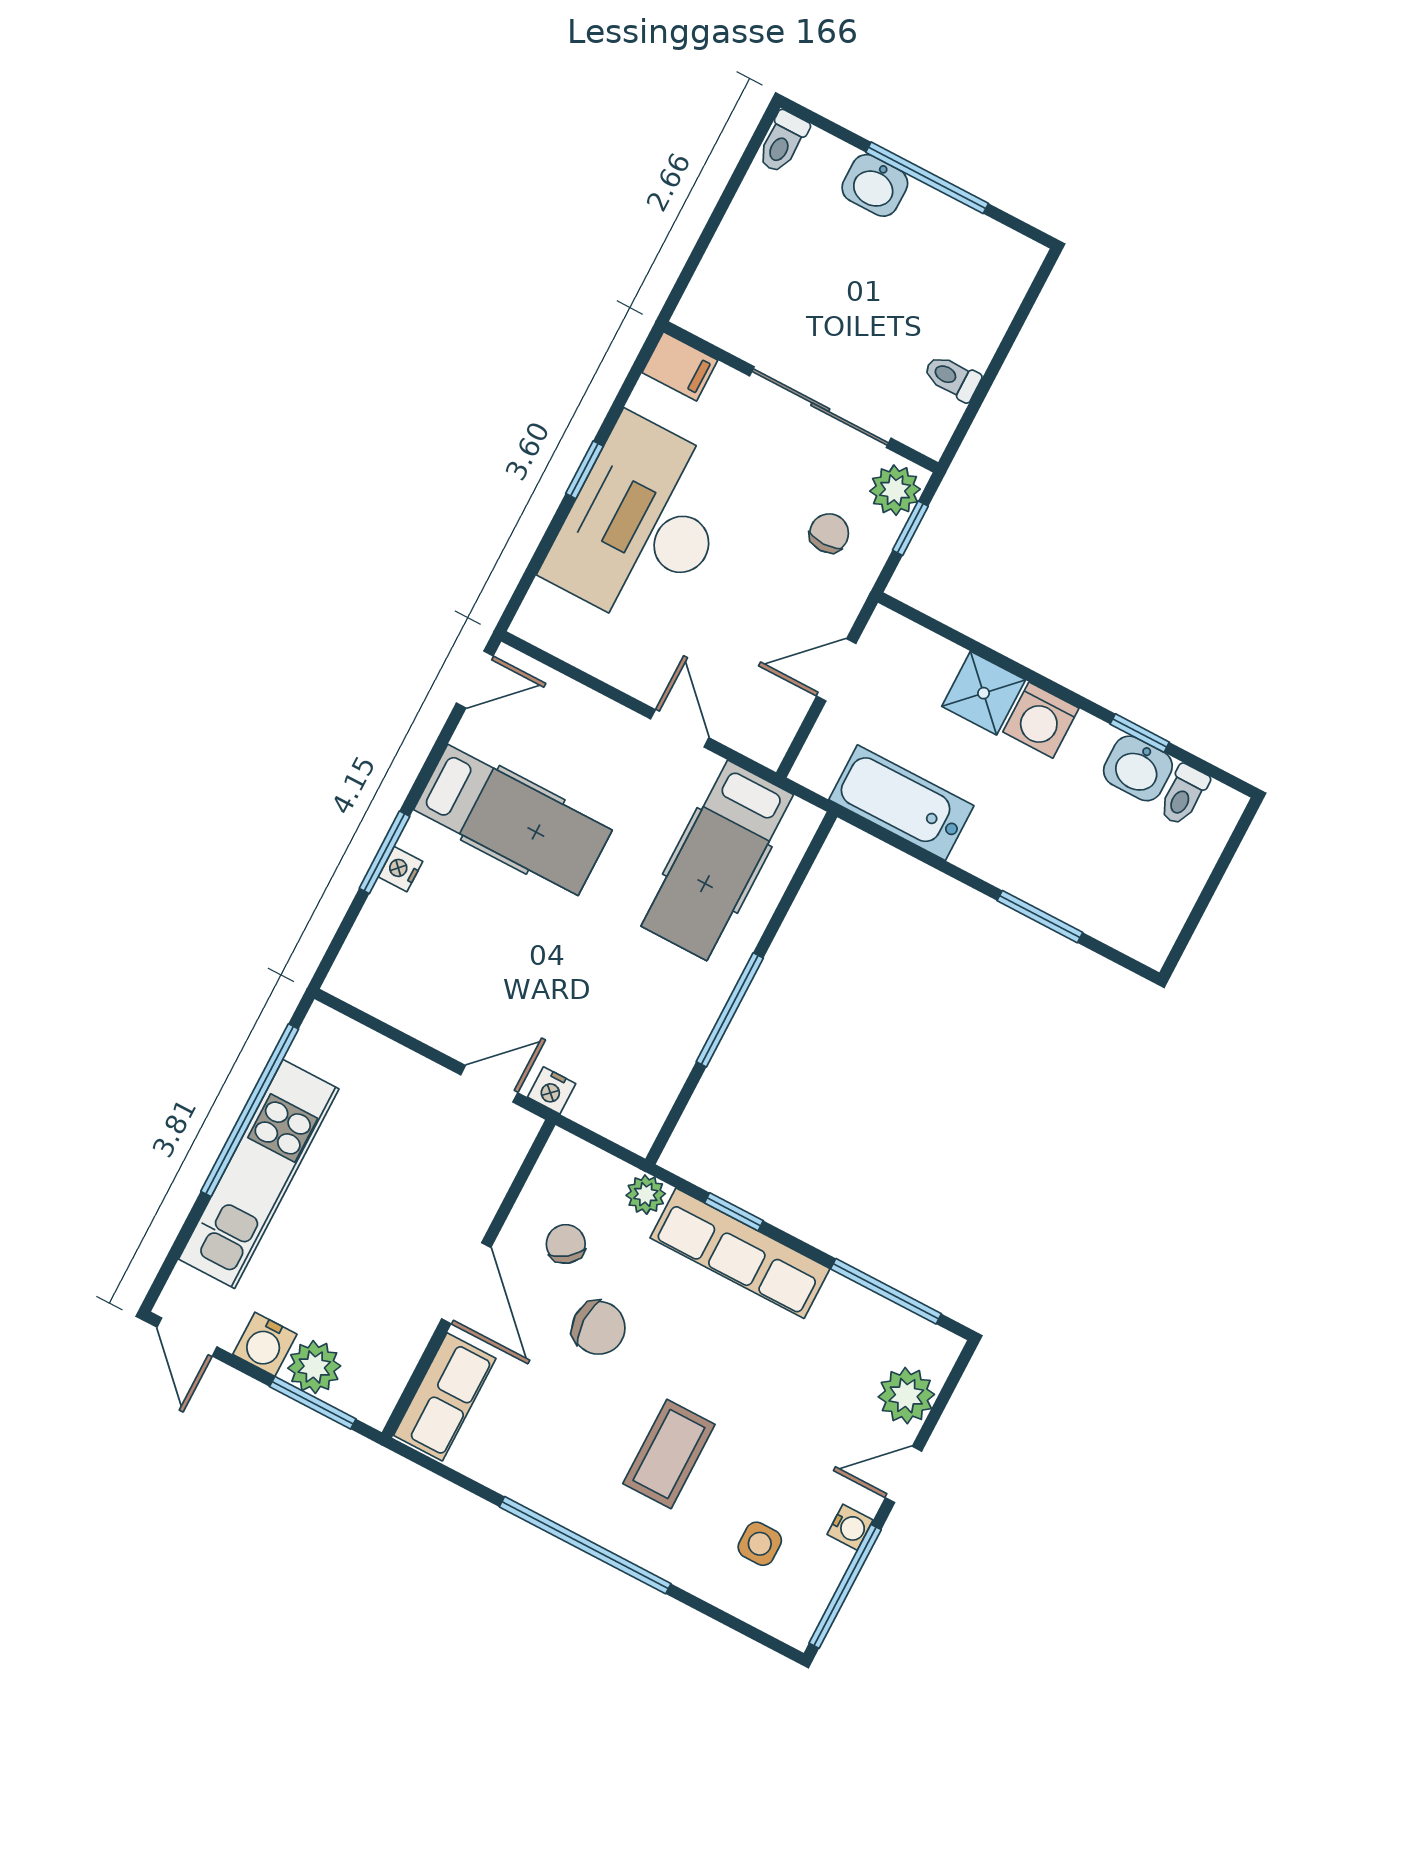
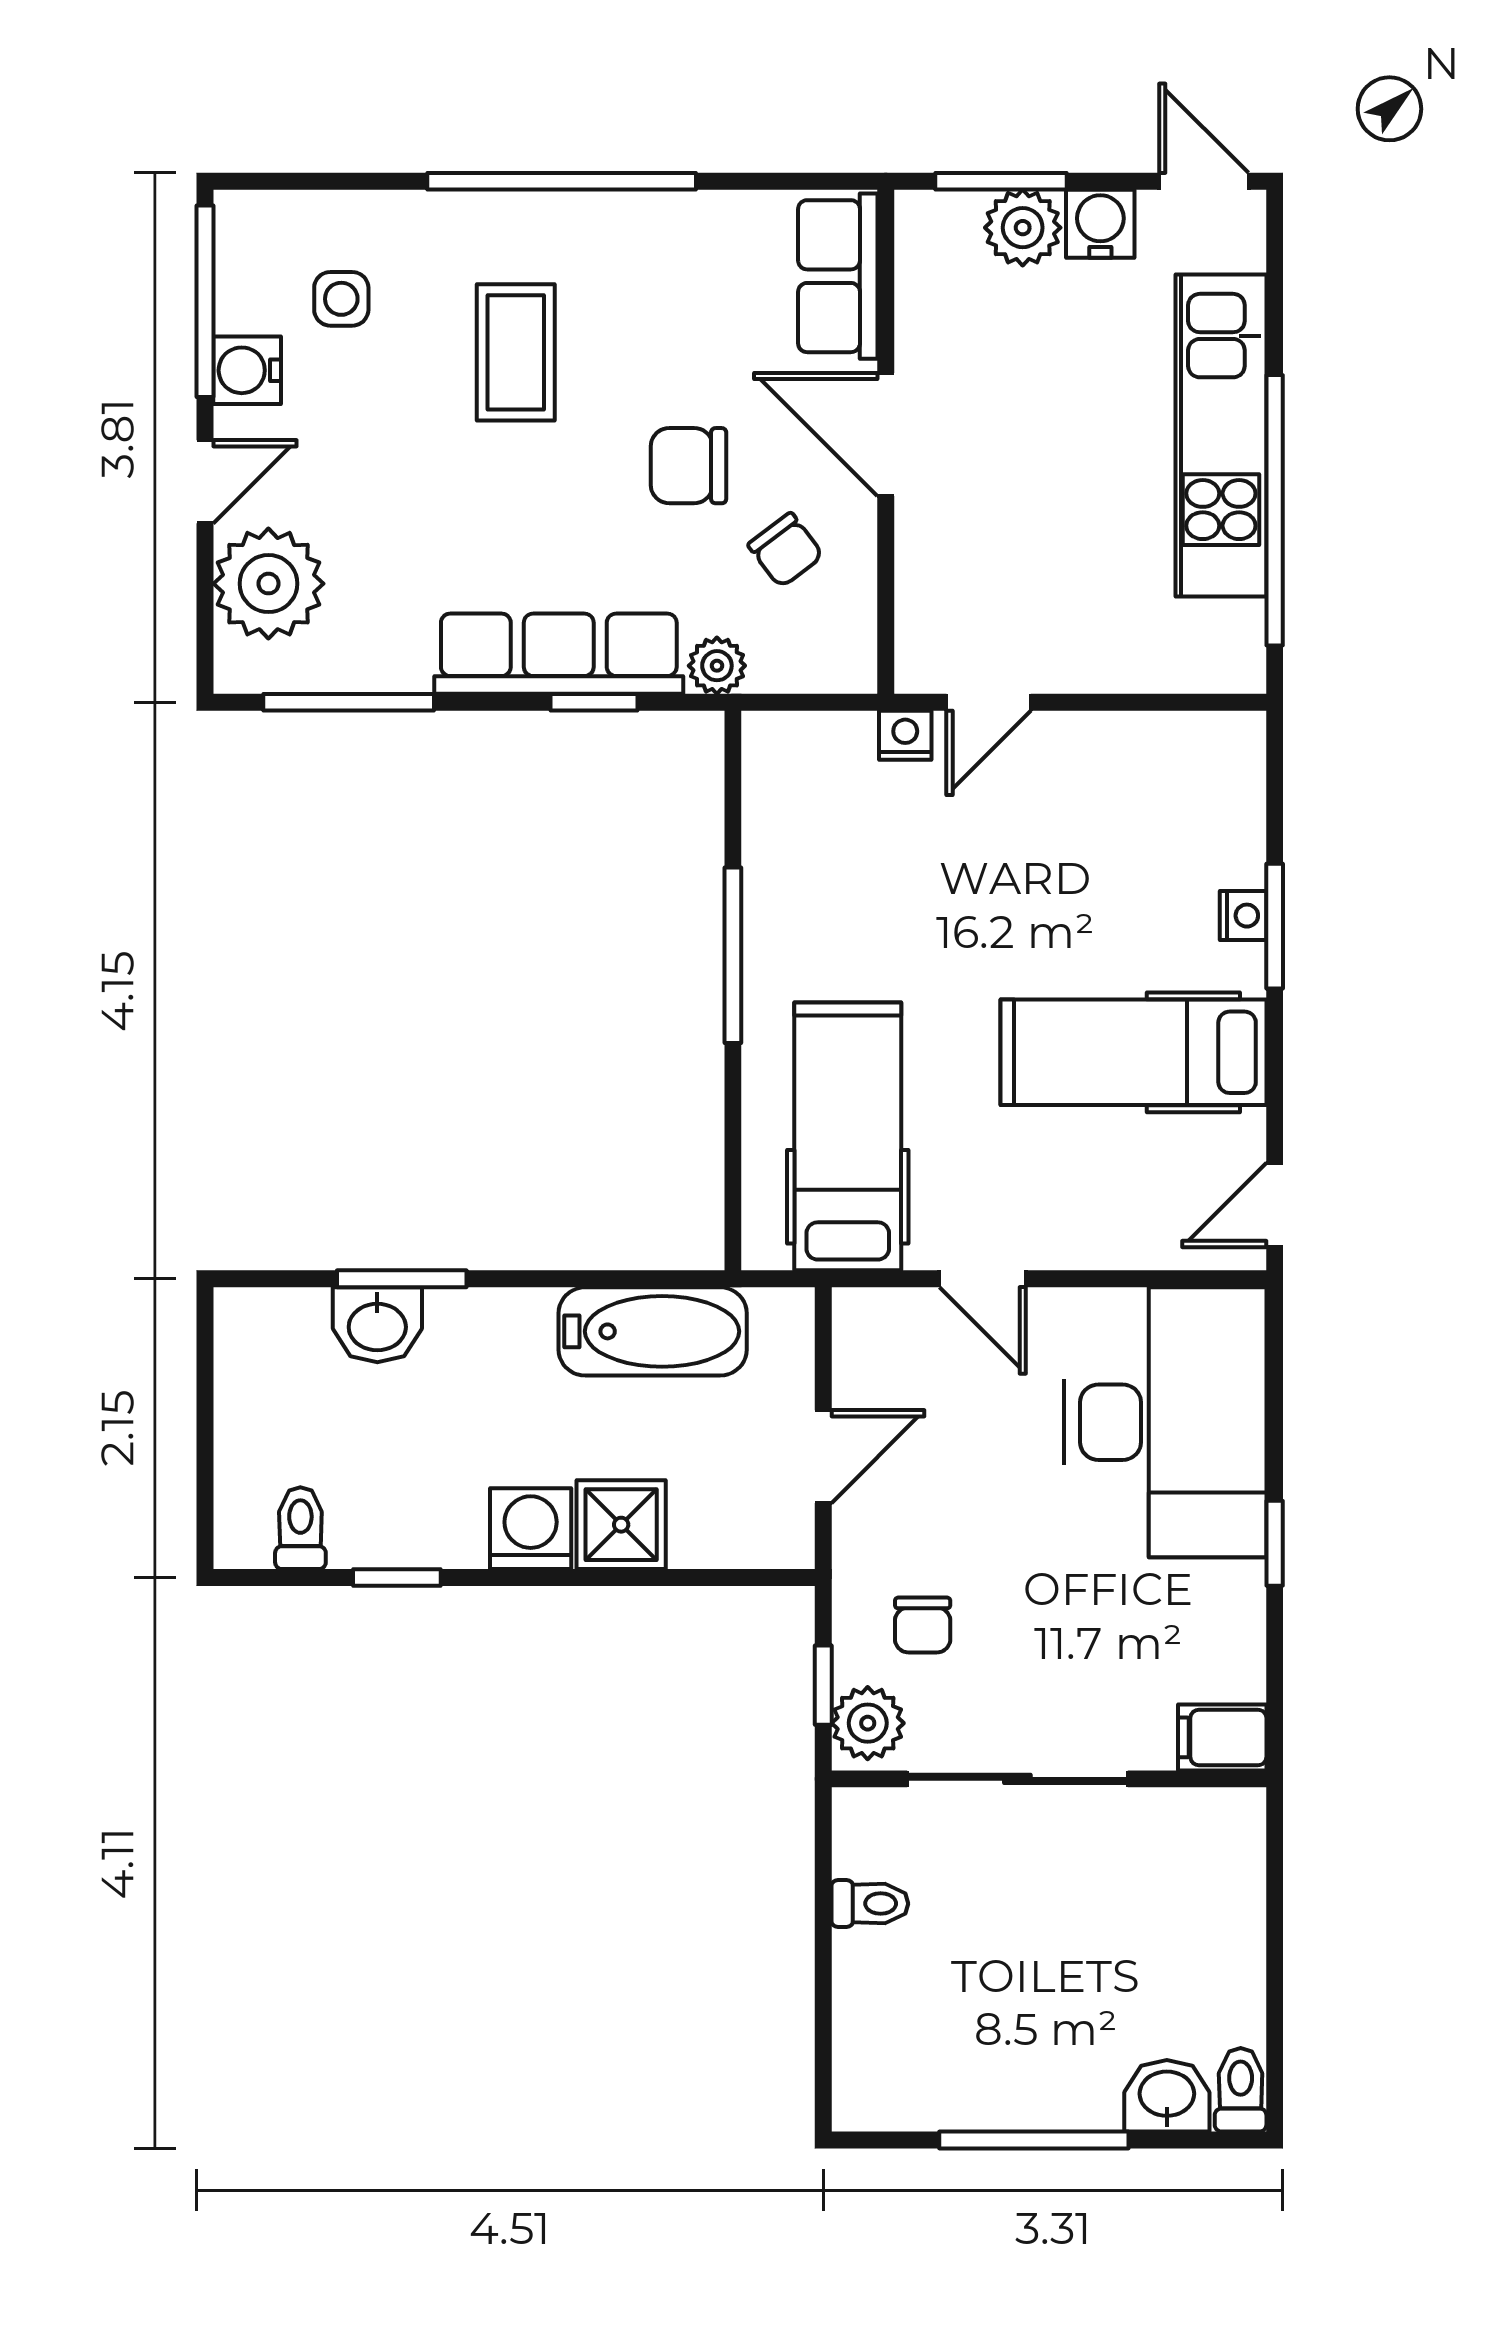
washbasin: (875, 185) -> (1167, 2096), moved
desk: (643, 524) -> (1165, 1422), moved
washbasin: (1138, 768) -> (377, 1325), moved, turned 180
plant: (906, 1396) -> (268, 584), width x1.36, depth x1.36
water cooler: (850, 1527) -> (247, 370), width x1.38, depth x1.38

